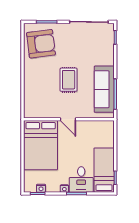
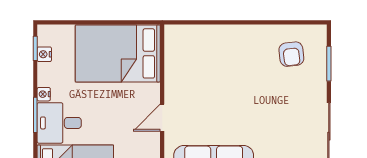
armchair: (41, 44) -> (291, 54), width x0.53, depth x0.53
rug: (69, 80) -> (230, 101), removed
door: (68, 119) -> (162, 118), moved

